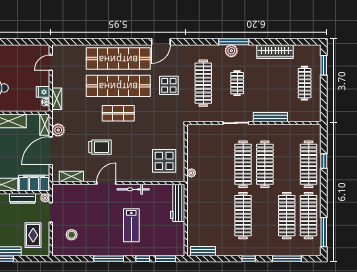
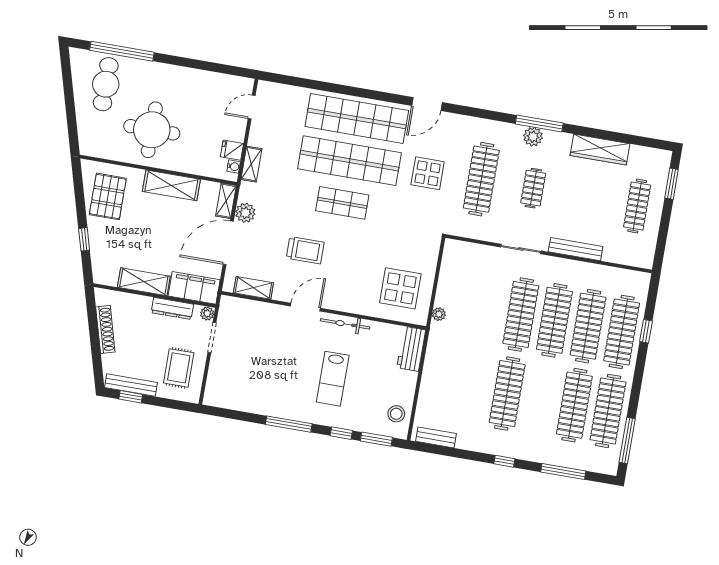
clothes rail: (287, 164) -> (588, 326), added
workbench: (178, 203) -> (411, 349), width x0.73
stool: (72, 235) -> (396, 414), moved

